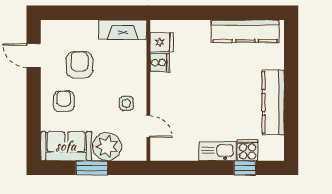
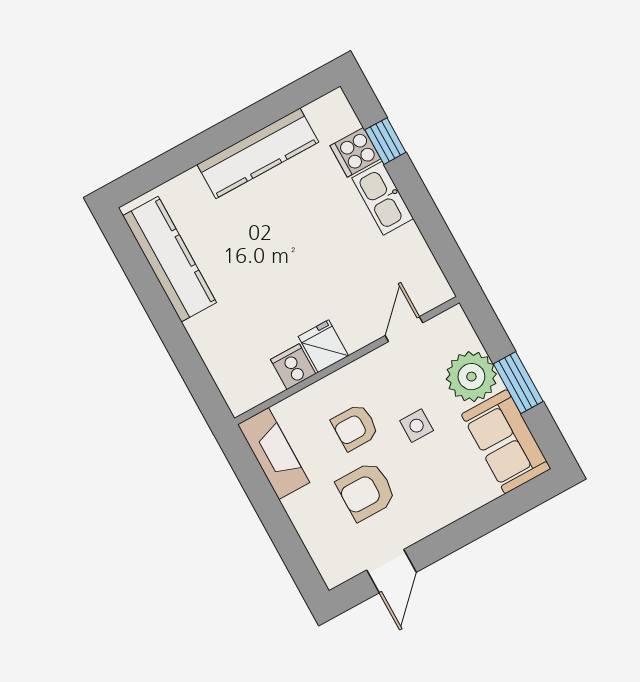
fridge: (162, 42) -> (323, 346), moved
armchair: (64, 101) -> (355, 427), moved
side table: (126, 103) -> (417, 426), moved

